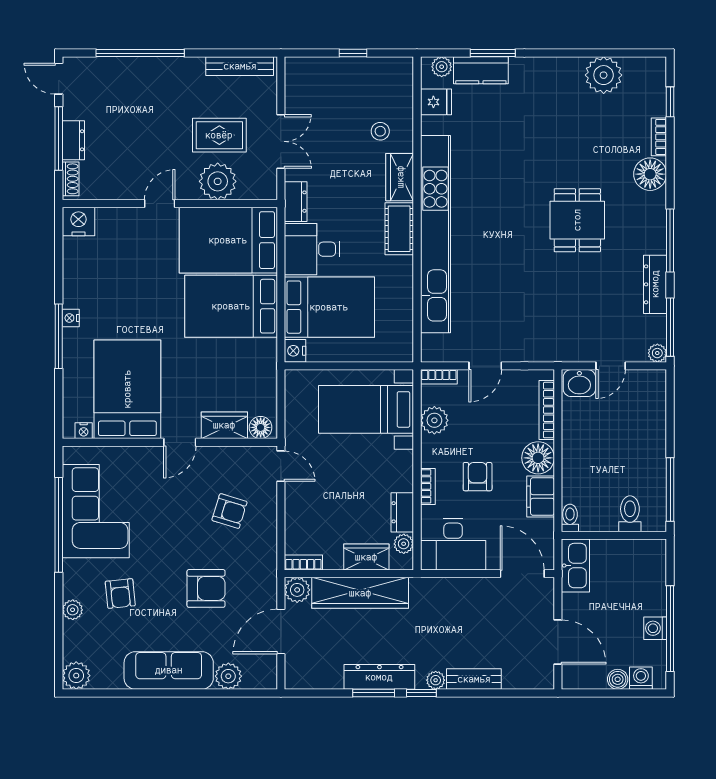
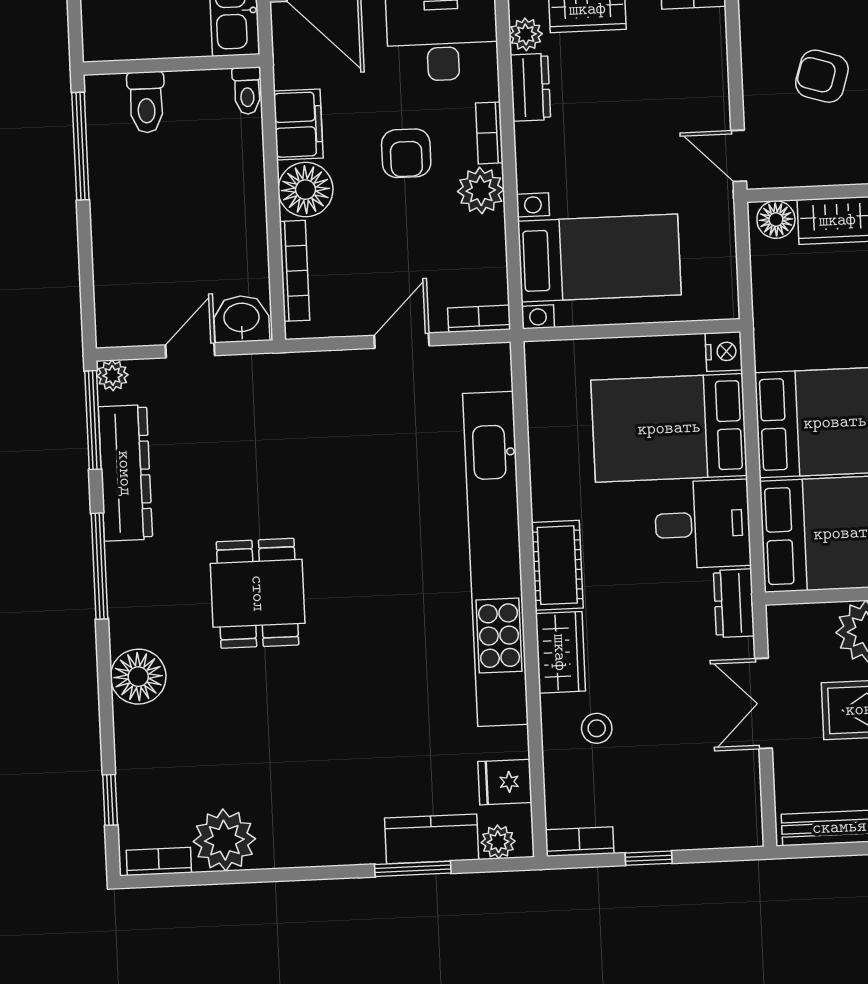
bookcase: (393, 65) -> (580, 842), added
bookcase: (659, 137) -> (159, 861), moved, turned -90
dresser: (655, 284) -> (125, 473), width x1.37, depth x1.24
plant: (434, 420) -> (481, 191), moved

